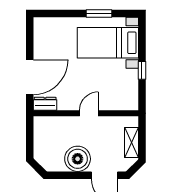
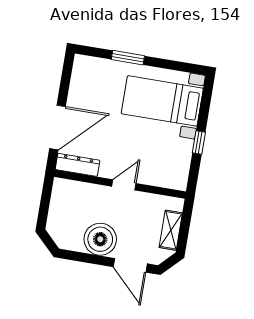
window: (99, 13) -> (128, 58), moved
dresser: (45, 104) -> (78, 165), width x1.44

